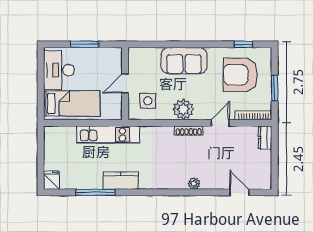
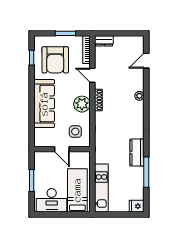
sofa: (184, 61) -> (44, 104), width x1.36
kitchen unit: (108, 135) -> (101, 188), moved

